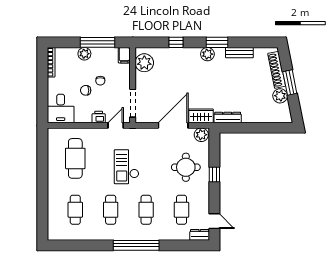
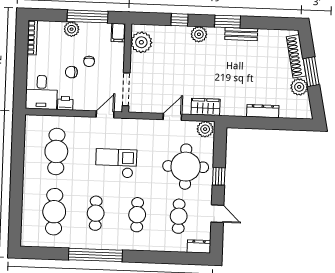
bench: (239, 53) -> (241, 34), moved
plant: (207, 54) -> (199, 34), moved
printer: (99, 117) -> (65, 103), moved
dresser: (228, 118) -> (263, 111), moved
door: (173, 125) -> (172, 117), width x0.53
checkout: (127, 167) -> (116, 163), turned 90
round table: (186, 167) -> (186, 167), width x1.36, depth x1.36
cafe table: (75, 210) -> (54, 212), width x1.37, depth x1.35
door: (214, 221) -> (217, 214), moved
window: (136, 245) -> (95, 255), moved

